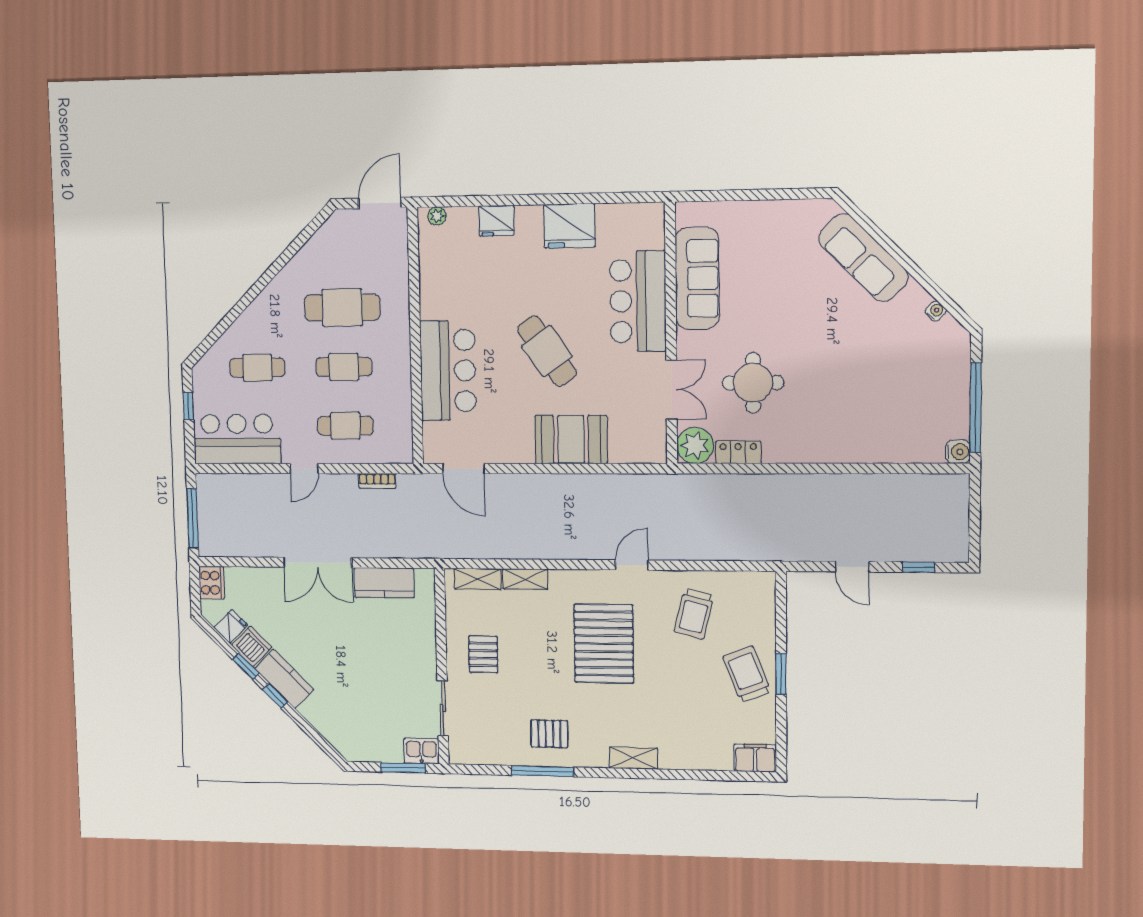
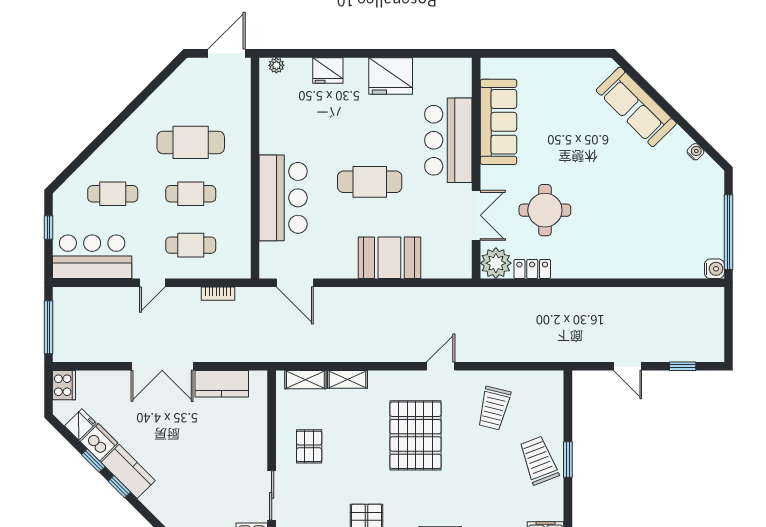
cafe table: (547, 351) -> (370, 182), turned -55

